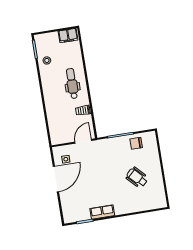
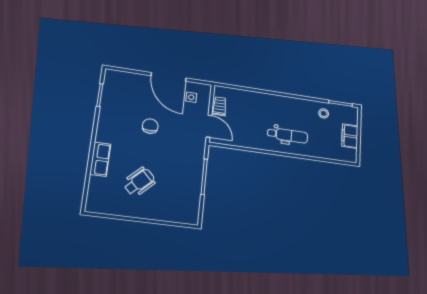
filing cabinet: (68, 36) -> (350, 136), moved
trolley: (83, 110) -> (220, 106), moved
chair: (136, 143) -> (150, 126), moved
row of seats: (102, 212) -> (100, 159), moved

